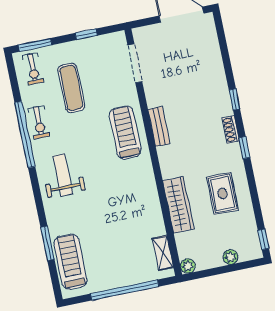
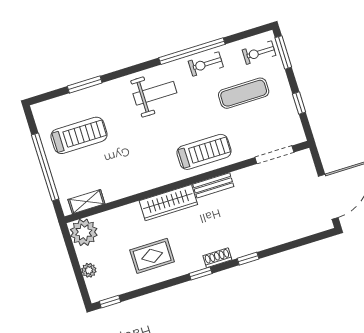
wardrobe: (178, 205) -> (168, 203), moved
treadmill: (70, 262) -> (79, 135), moved
plant: (188, 266) -> (84, 232), width x1.87, depth x1.87

